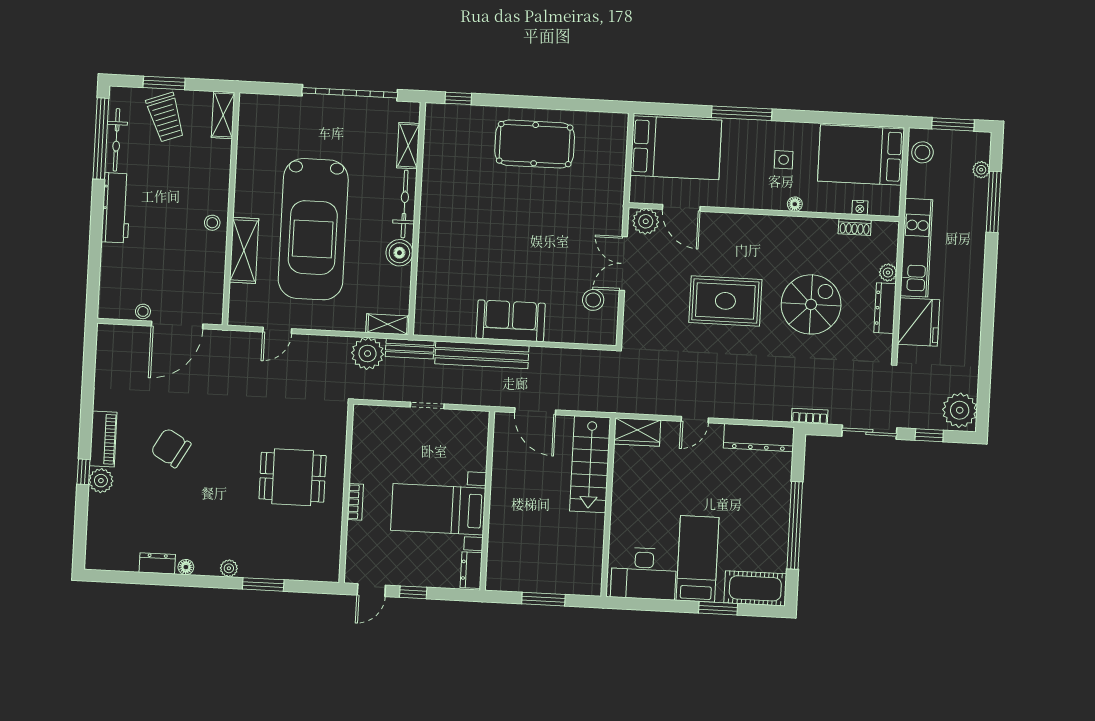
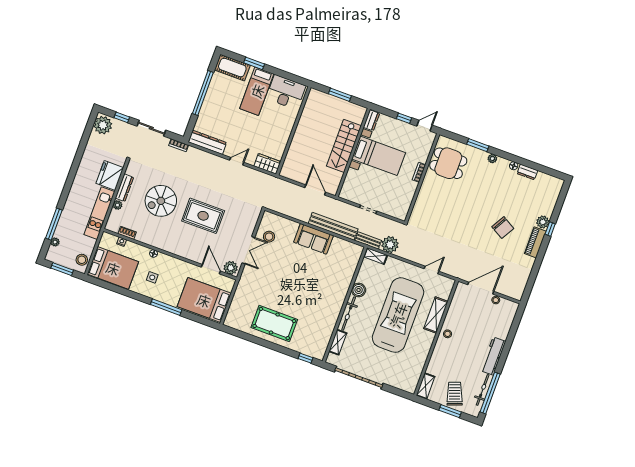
stairs: (590, 464) -> (344, 146), moved, turned 180
dining table: (293, 477) -> (448, 163), moved

